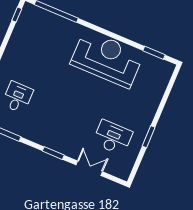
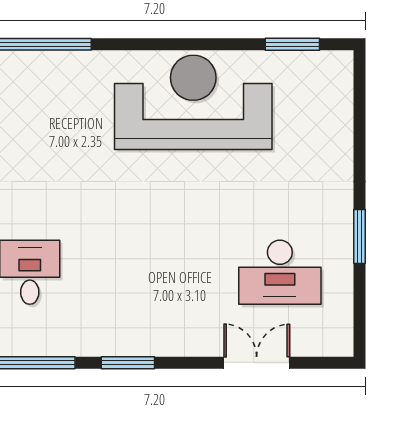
desk: (113, 137) -> (280, 272), turned 180
window: (53, 153) -> (128, 363), moved

